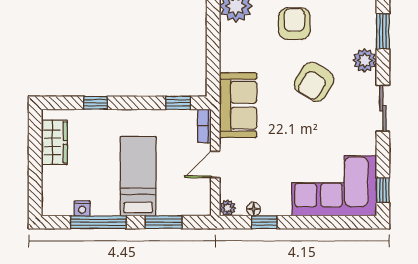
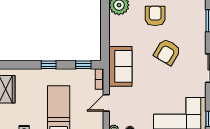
plant: (365, 60) -> (199, 39), removed
window: (95, 103) -> (49, 65), moved

